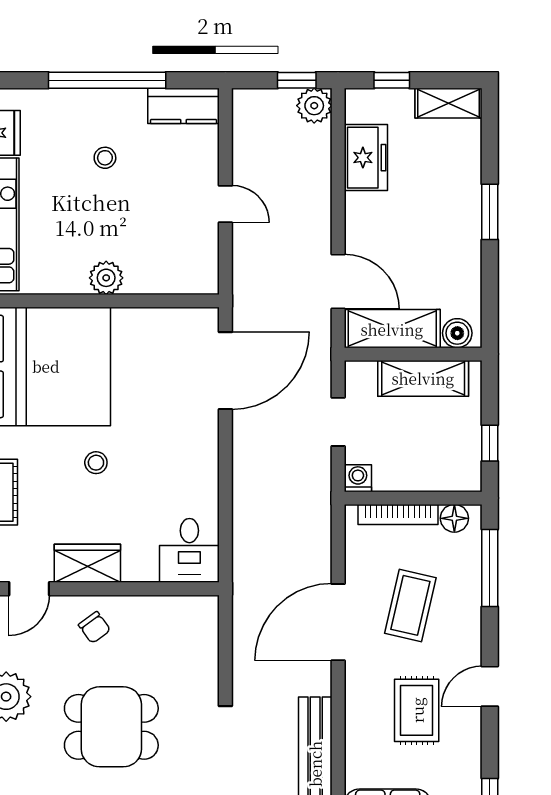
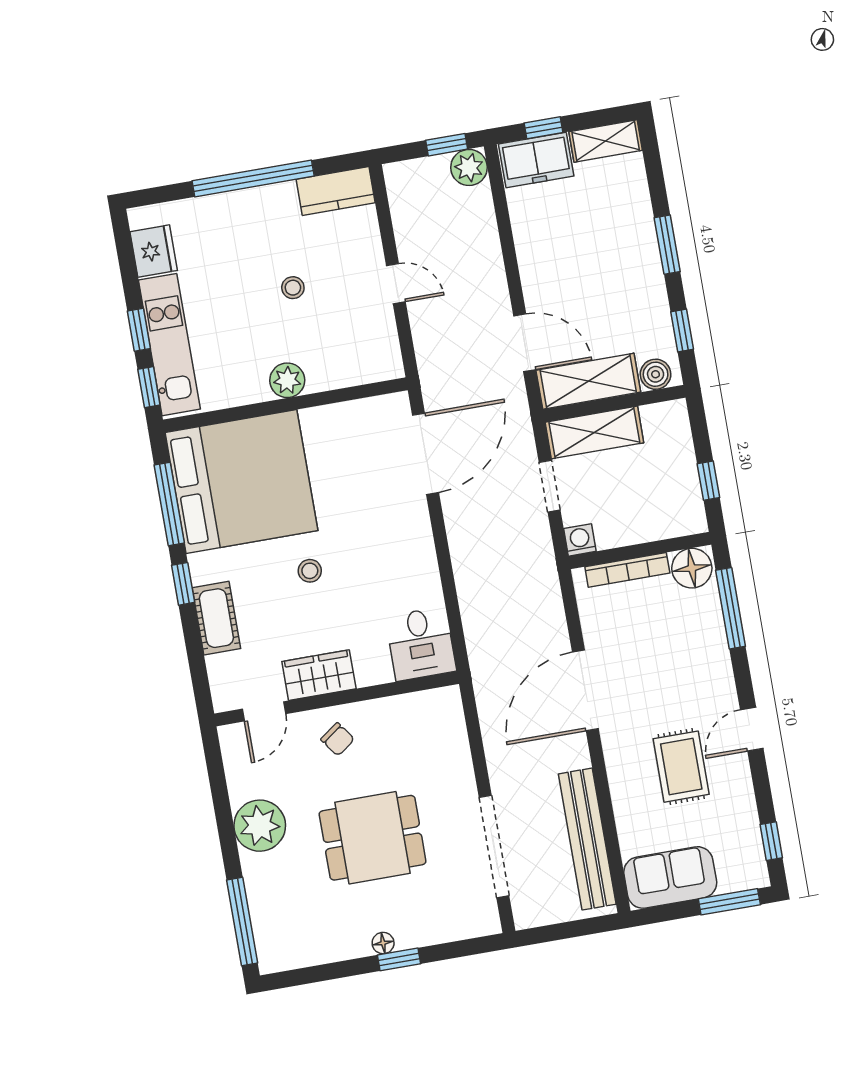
stool: (105, 158) -> (293, 288), moved
freezer: (366, 158) -> (536, 160), moved, turned 90
window: (490, 296) -> (682, 331), added
shelving: (423, 378) -> (594, 432), moved
floor lamp: (454, 518) -> (692, 568), width x1.38, depth x1.38
coffee table: (410, 605) -> (656, 661), removed

